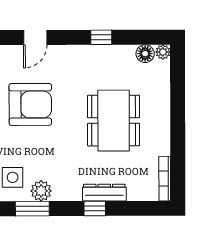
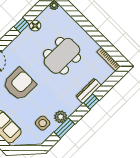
floor lamp: (145, 54) -> (35, 26), moved
dining table: (114, 121) -> (62, 56), turned 90

